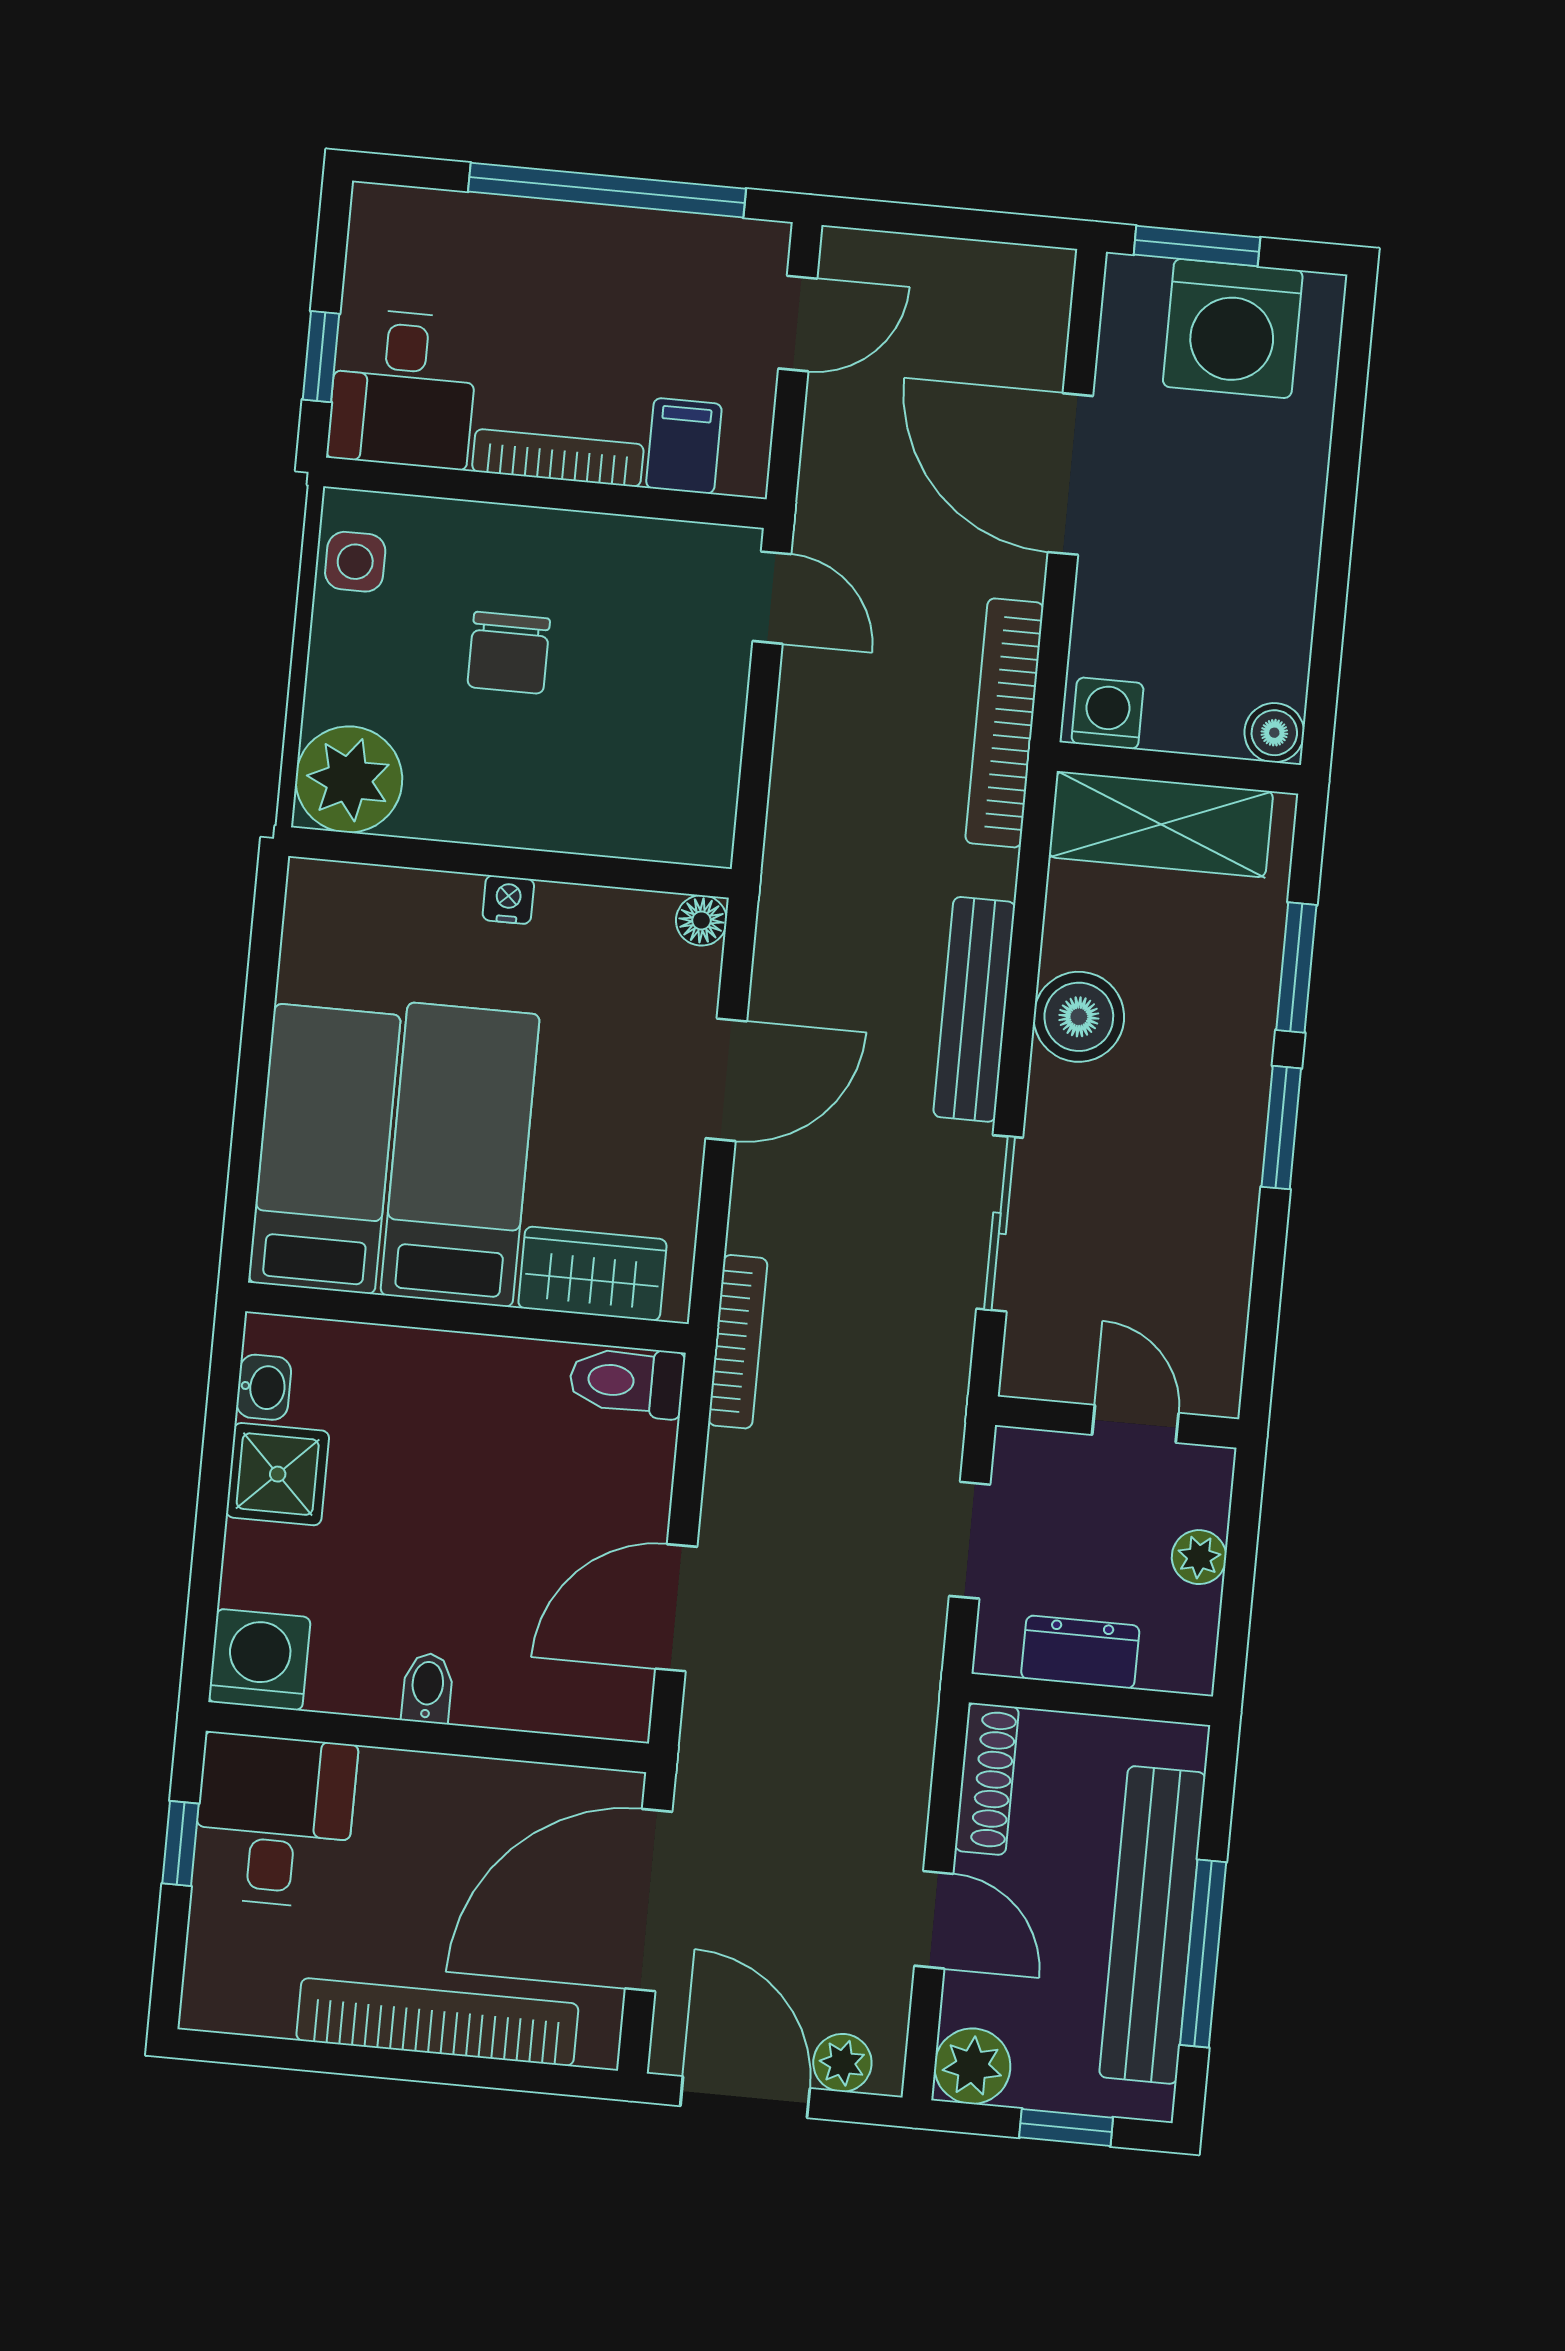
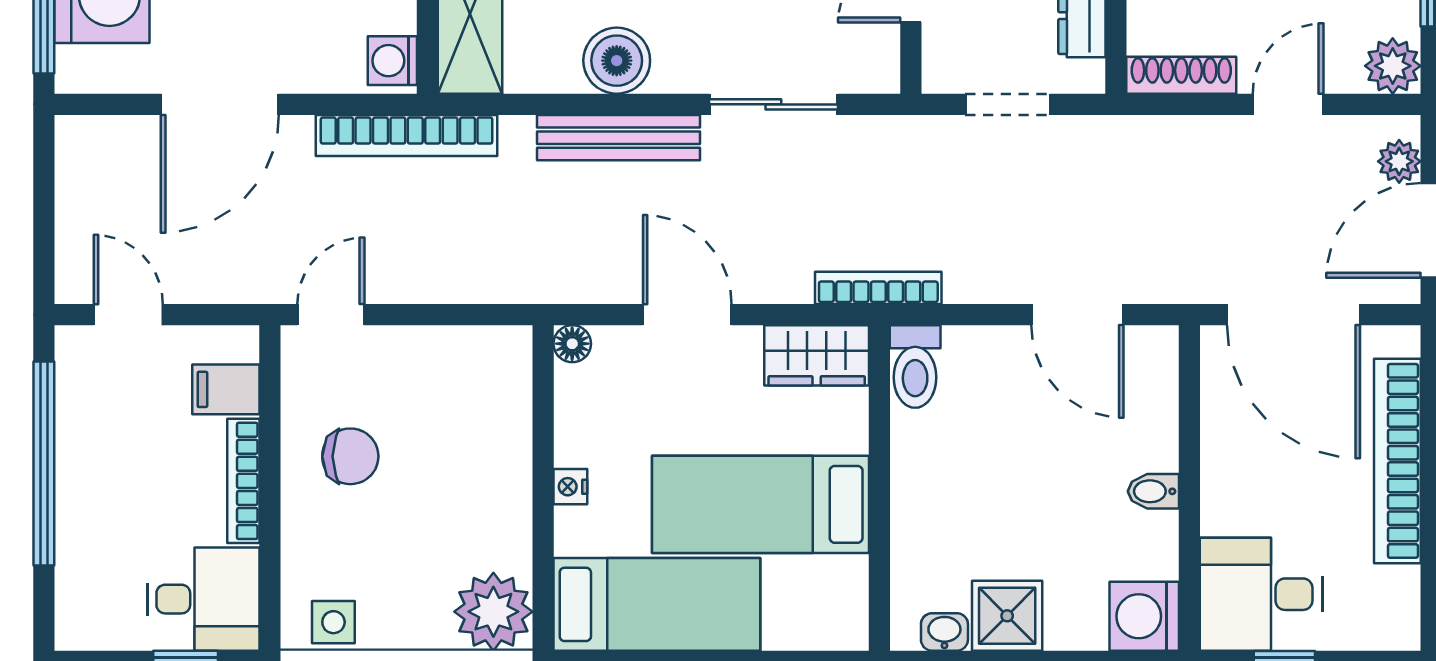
chair: (509, 653) -> (350, 456), moved
bed: (325, 1149) -> (657, 604), moved, turned 180
wardrobe: (592, 1274) -> (817, 355), moved, turned -90

